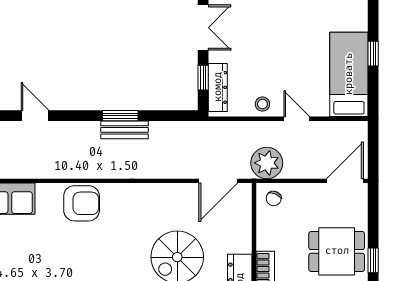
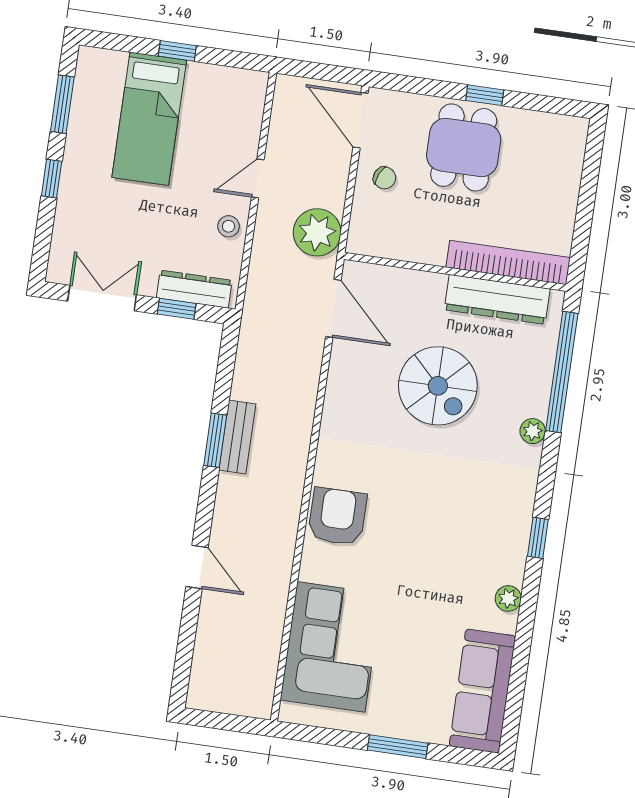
bed: (349, 74) -> (149, 119), moved, turned -90
door: (35, 116) -> (197, 567), swing flipped
chair: (274, 198) -> (385, 178), moved

